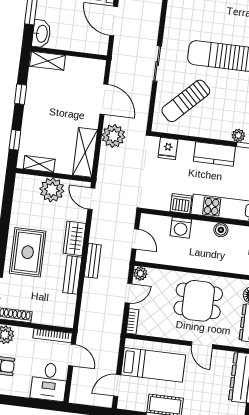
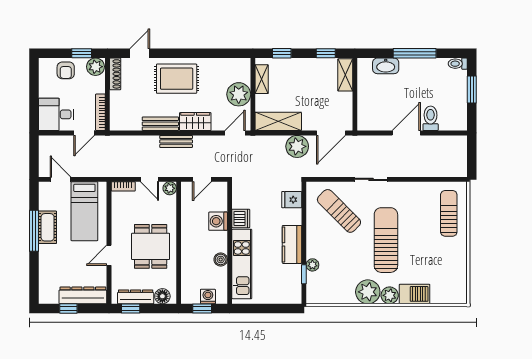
wall: (69, 53) -> (355, 94), moved
shelving: (48, 61) -> (345, 75), moved

